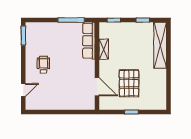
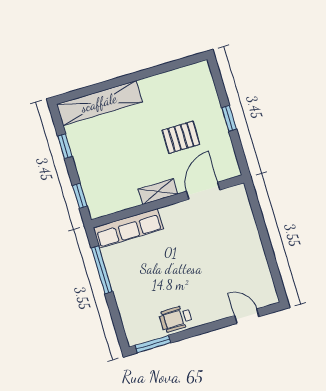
shelving: (104, 49) -> (158, 192), moved
wheelchair: (43, 65) -> (176, 319), moved
pallet: (129, 83) -> (181, 137), width x0.67, depth x0.71

